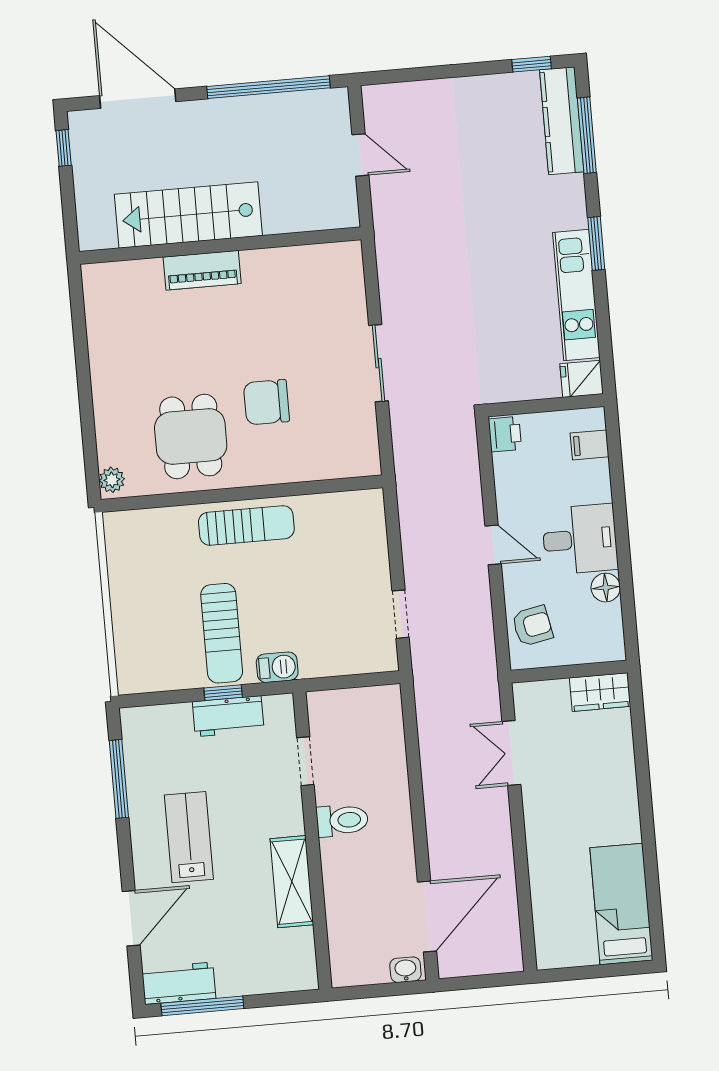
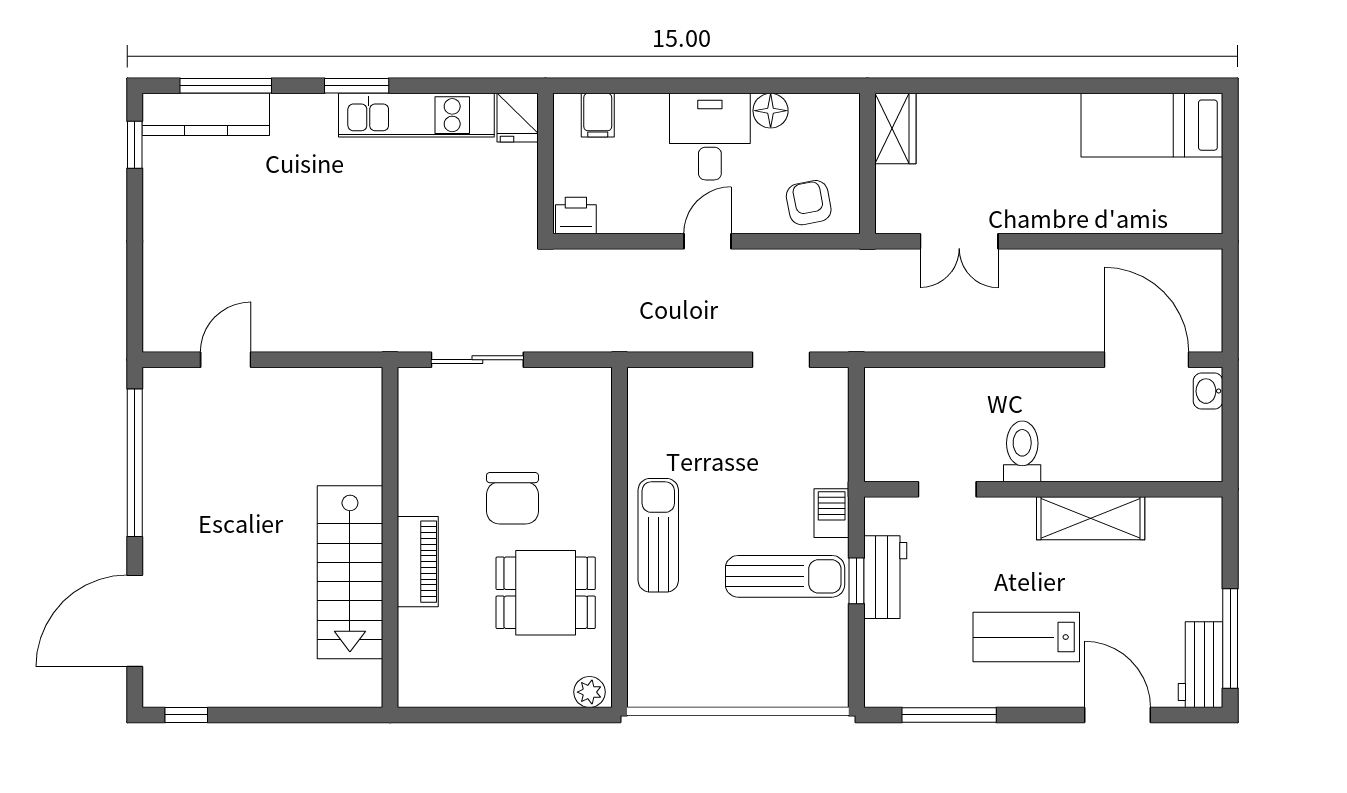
stairs: (188, 215) -> (350, 572), moved
wall: (220, 246) -> (390, 537), moved
piano: (202, 270) -> (418, 562), moved

